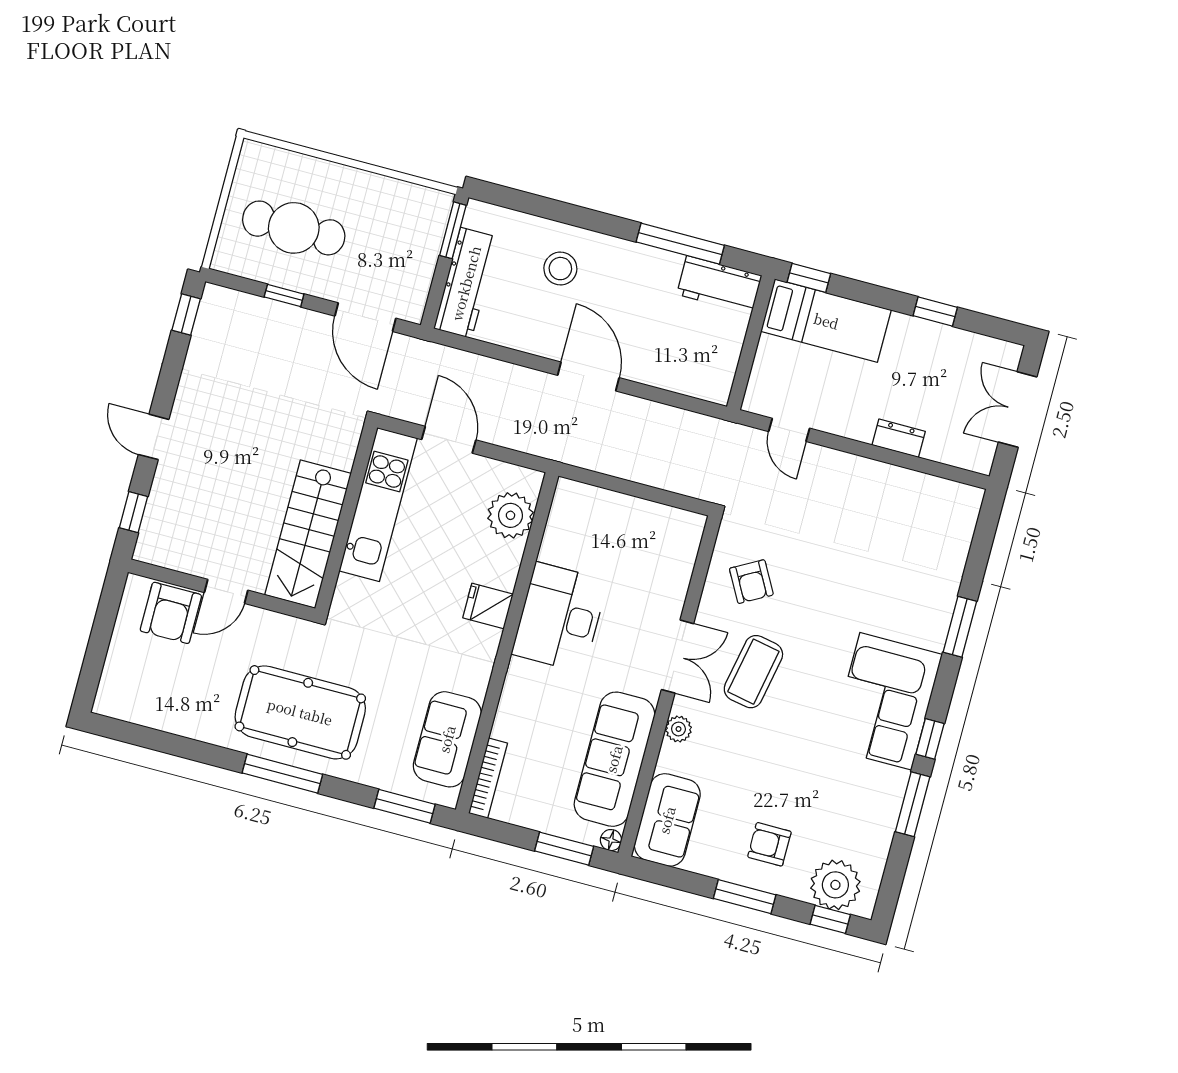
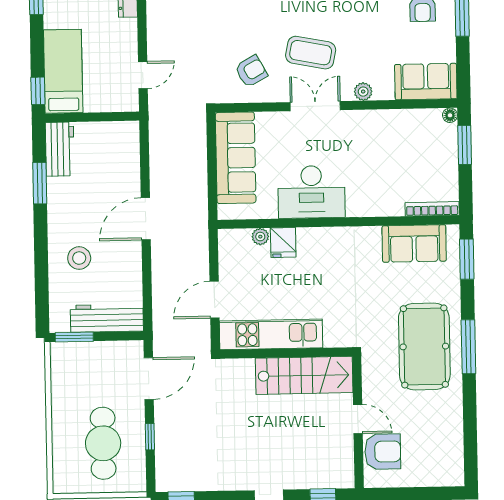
window: (680, 244) -> (40, 183), width x0.69
plant: (510, 515) -> (260, 237), width x0.53, depth x0.53
fridge: (488, 606) -> (283, 242), moved
sofa: (614, 759) -> (236, 158), moved, turned -90

